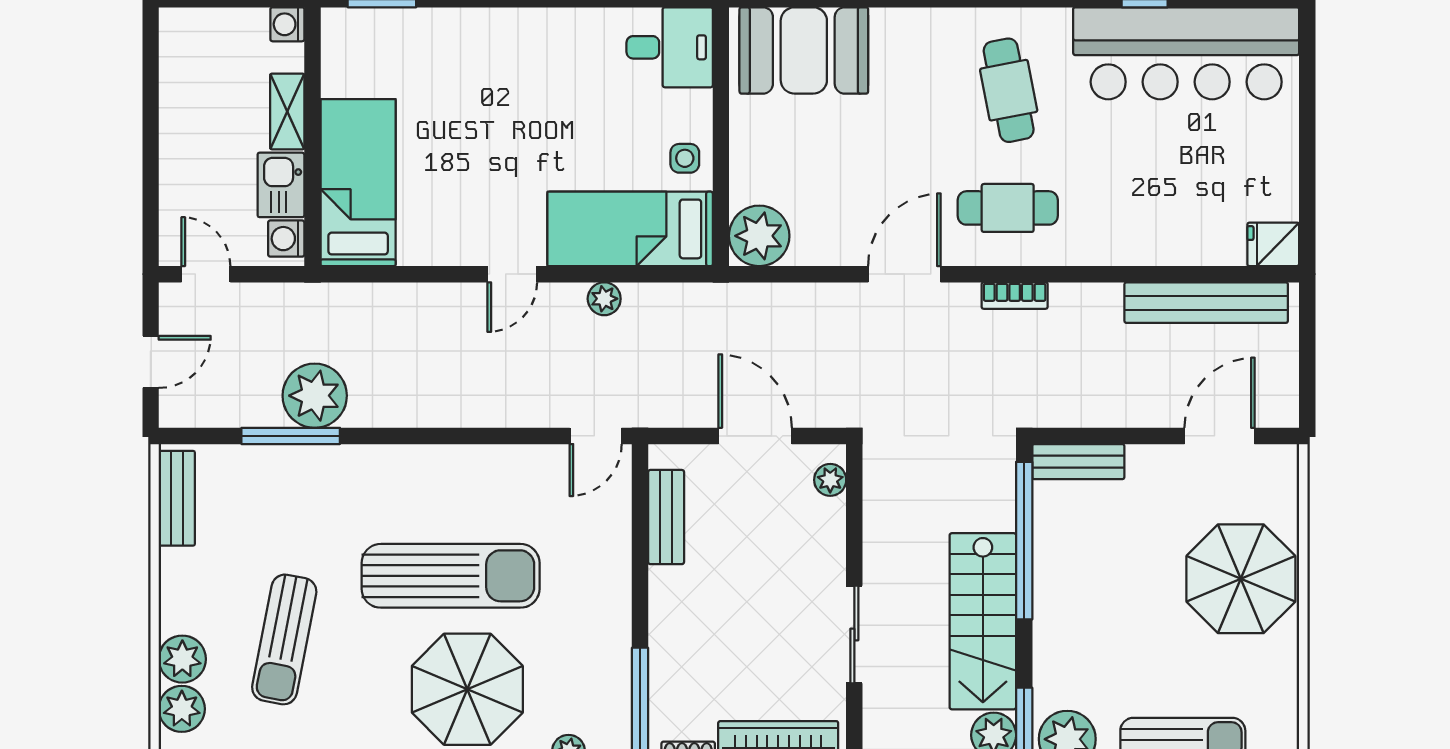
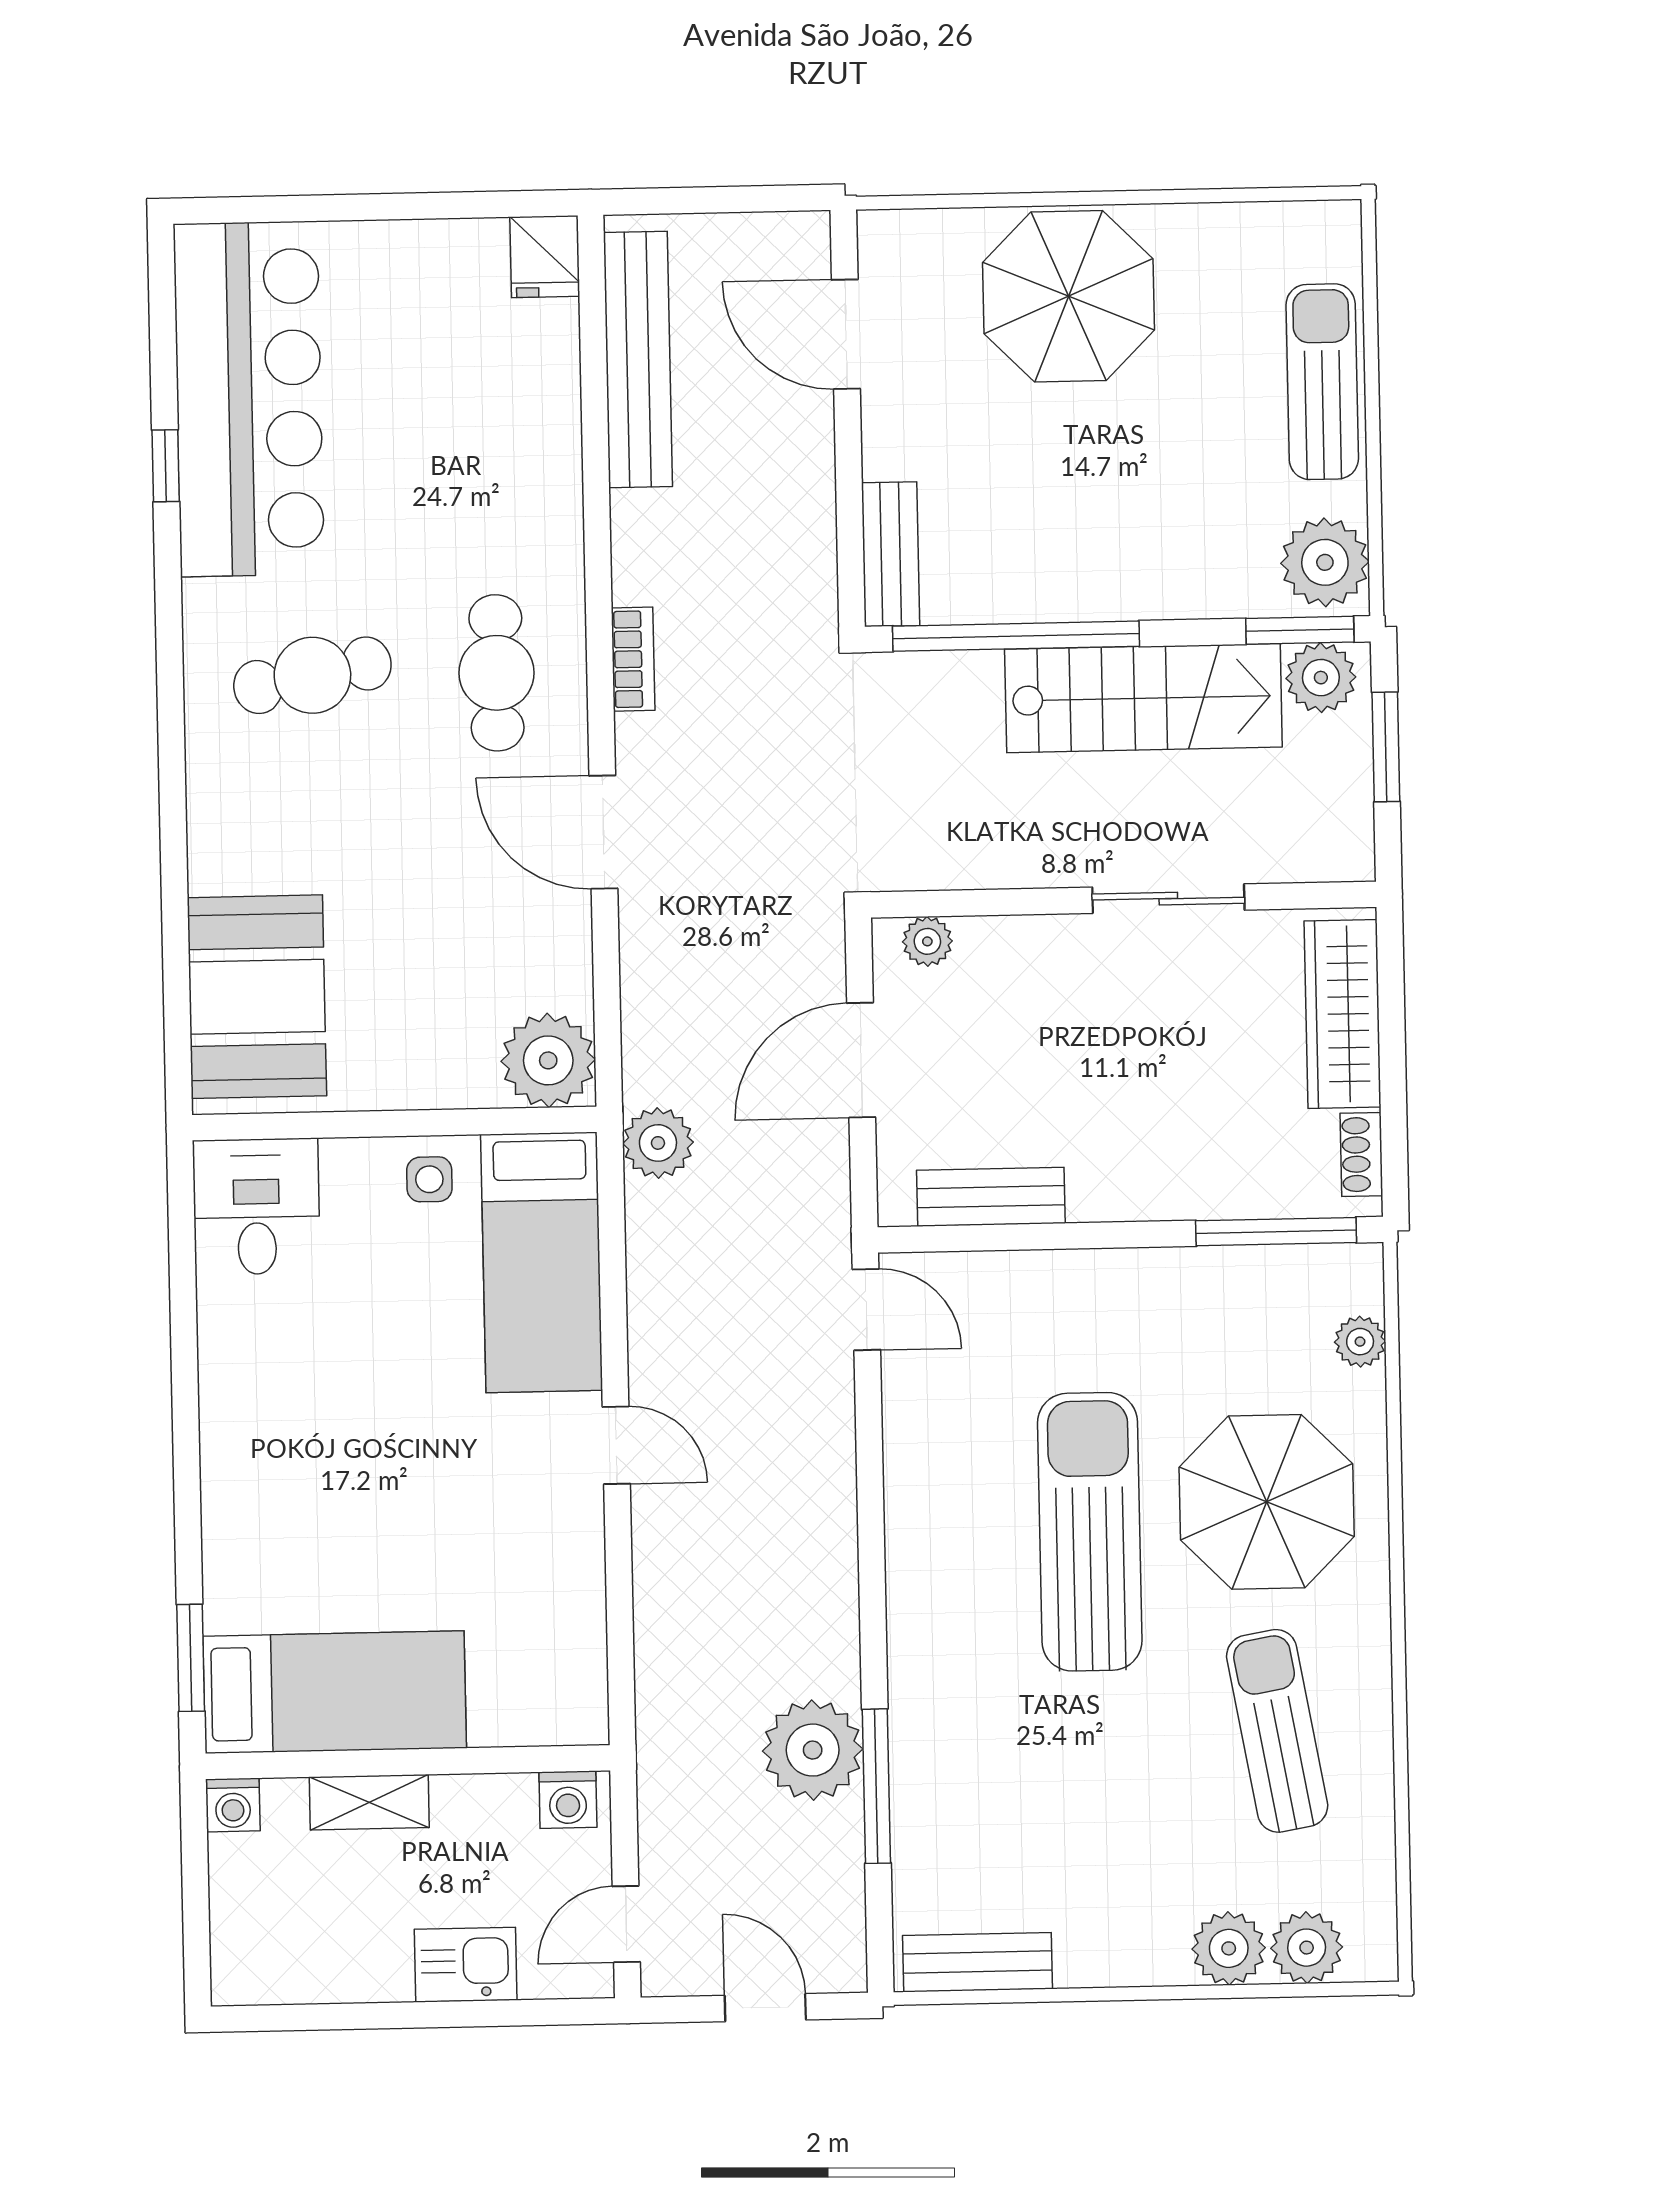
bed: (358, 183) -> (335, 1692), moved, turned 180
kitchen sink: (281, 185) -> (466, 1965), moved, turned 180
plant: (604, 299) -> (658, 1143), moved, width x1.38, depth x1.38
sun lounger: (284, 639) -> (1277, 1731), moved, turned -111

